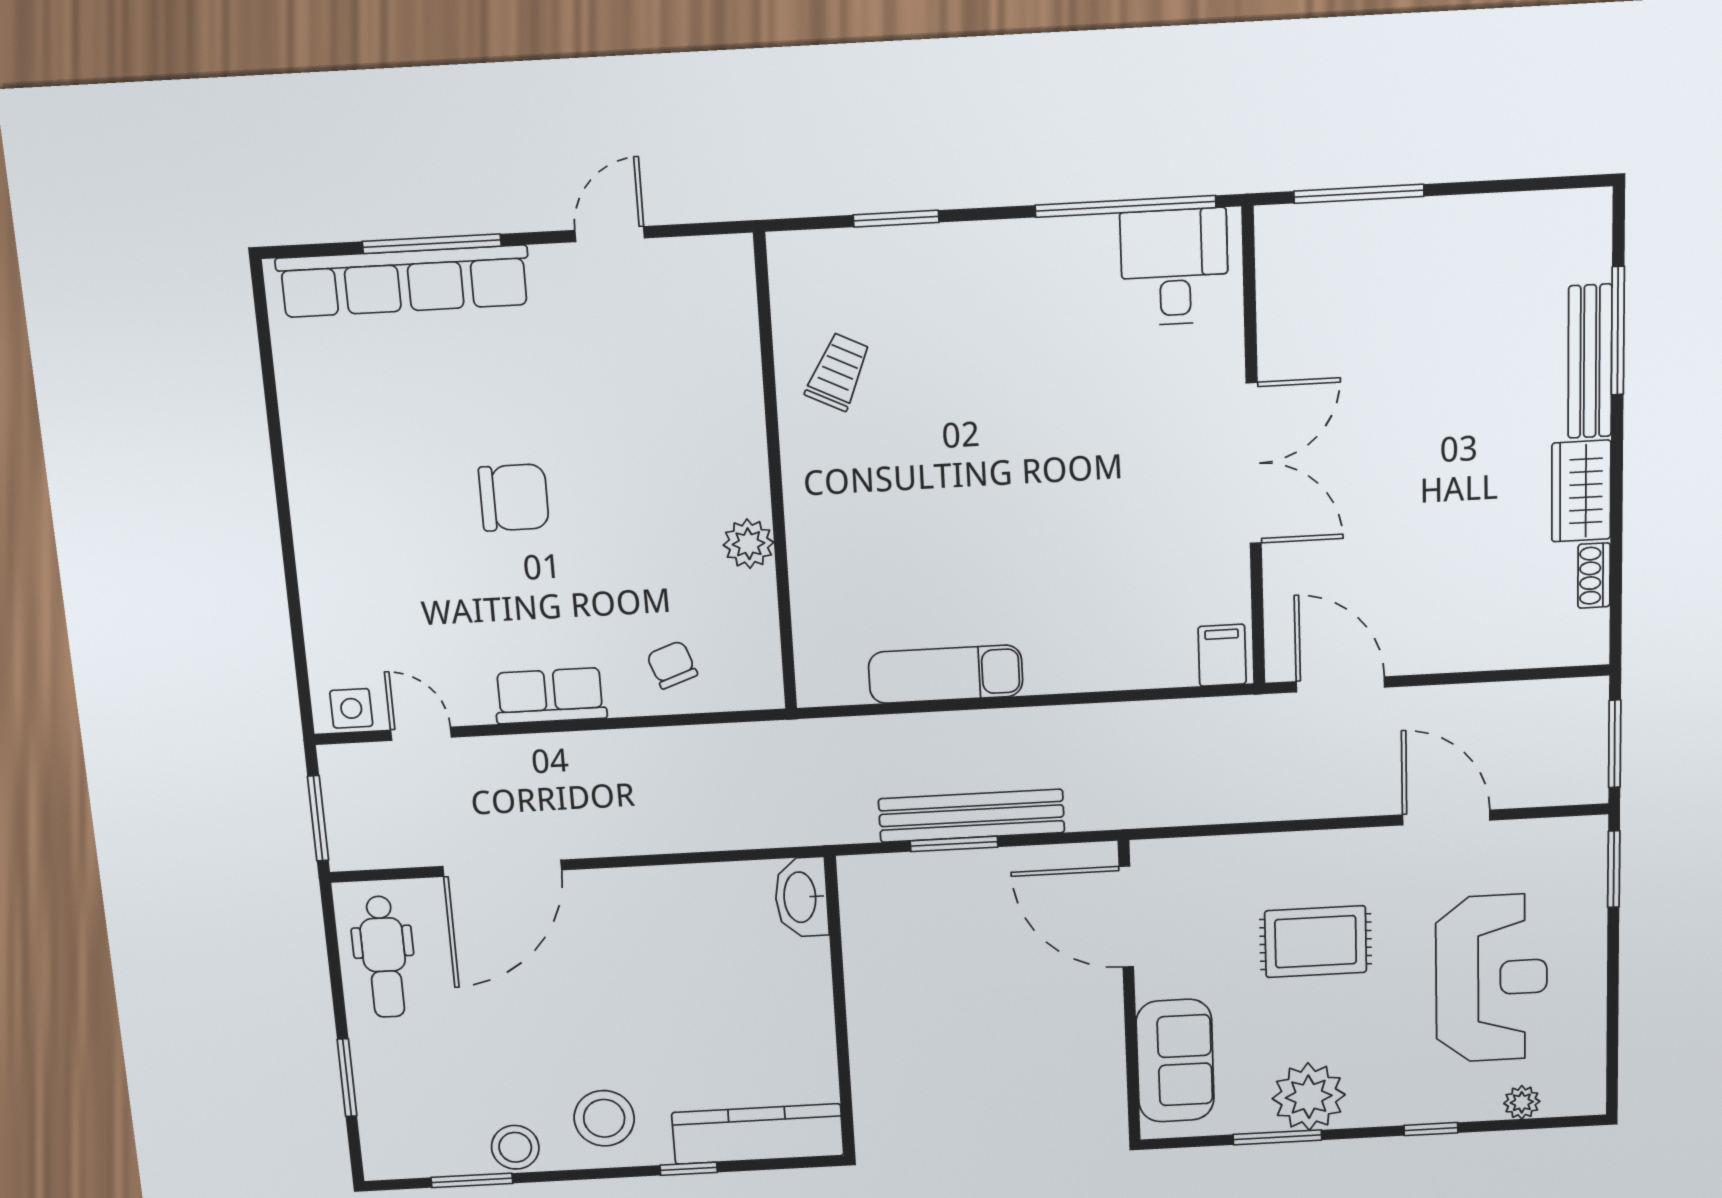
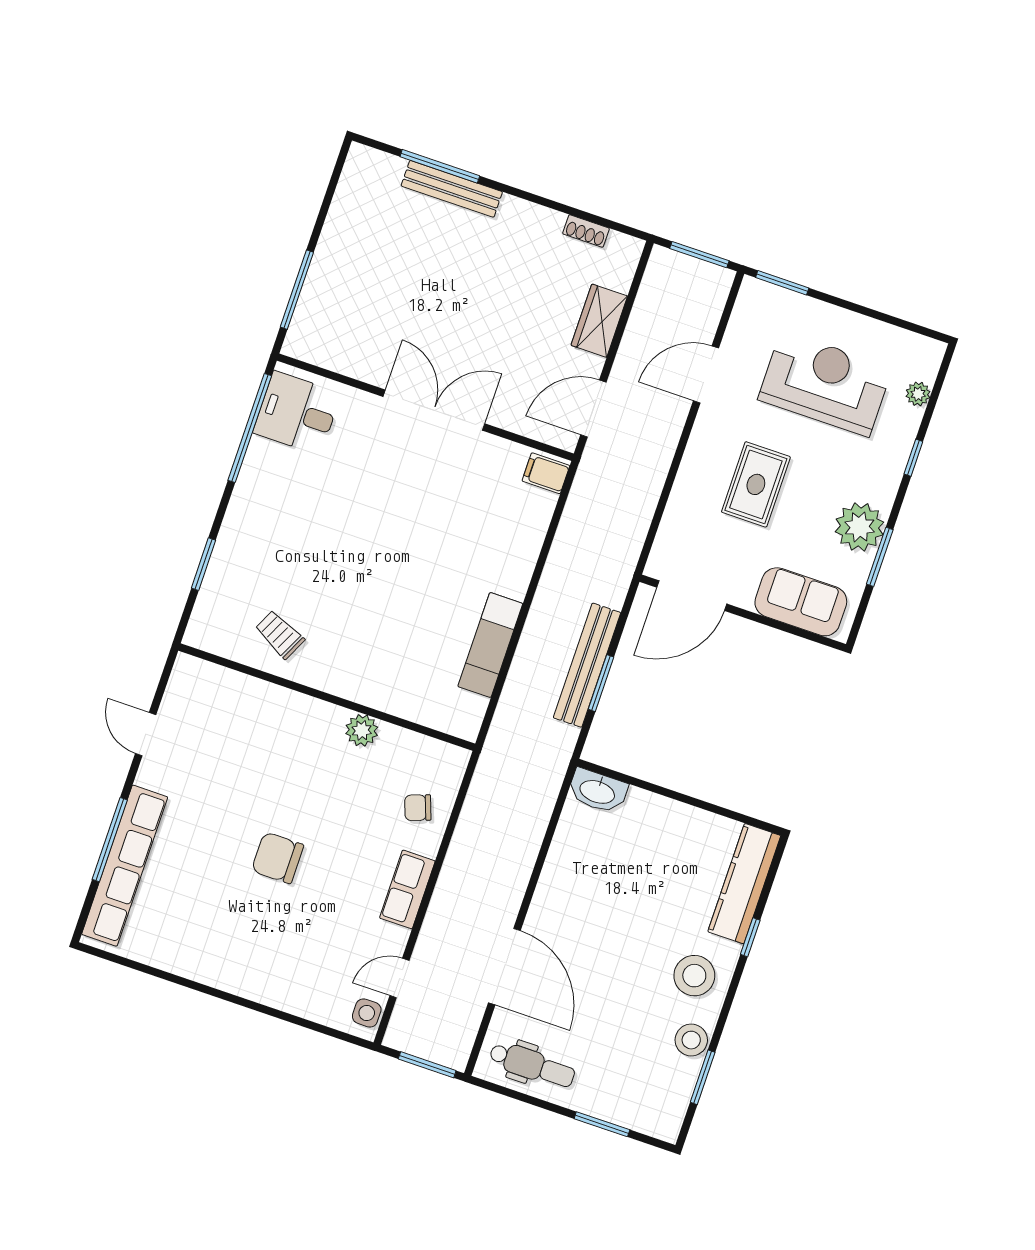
wardrobe: (1581, 491) -> (599, 321), moved, turned 90
chair: (514, 497) -> (278, 858), turned -90

